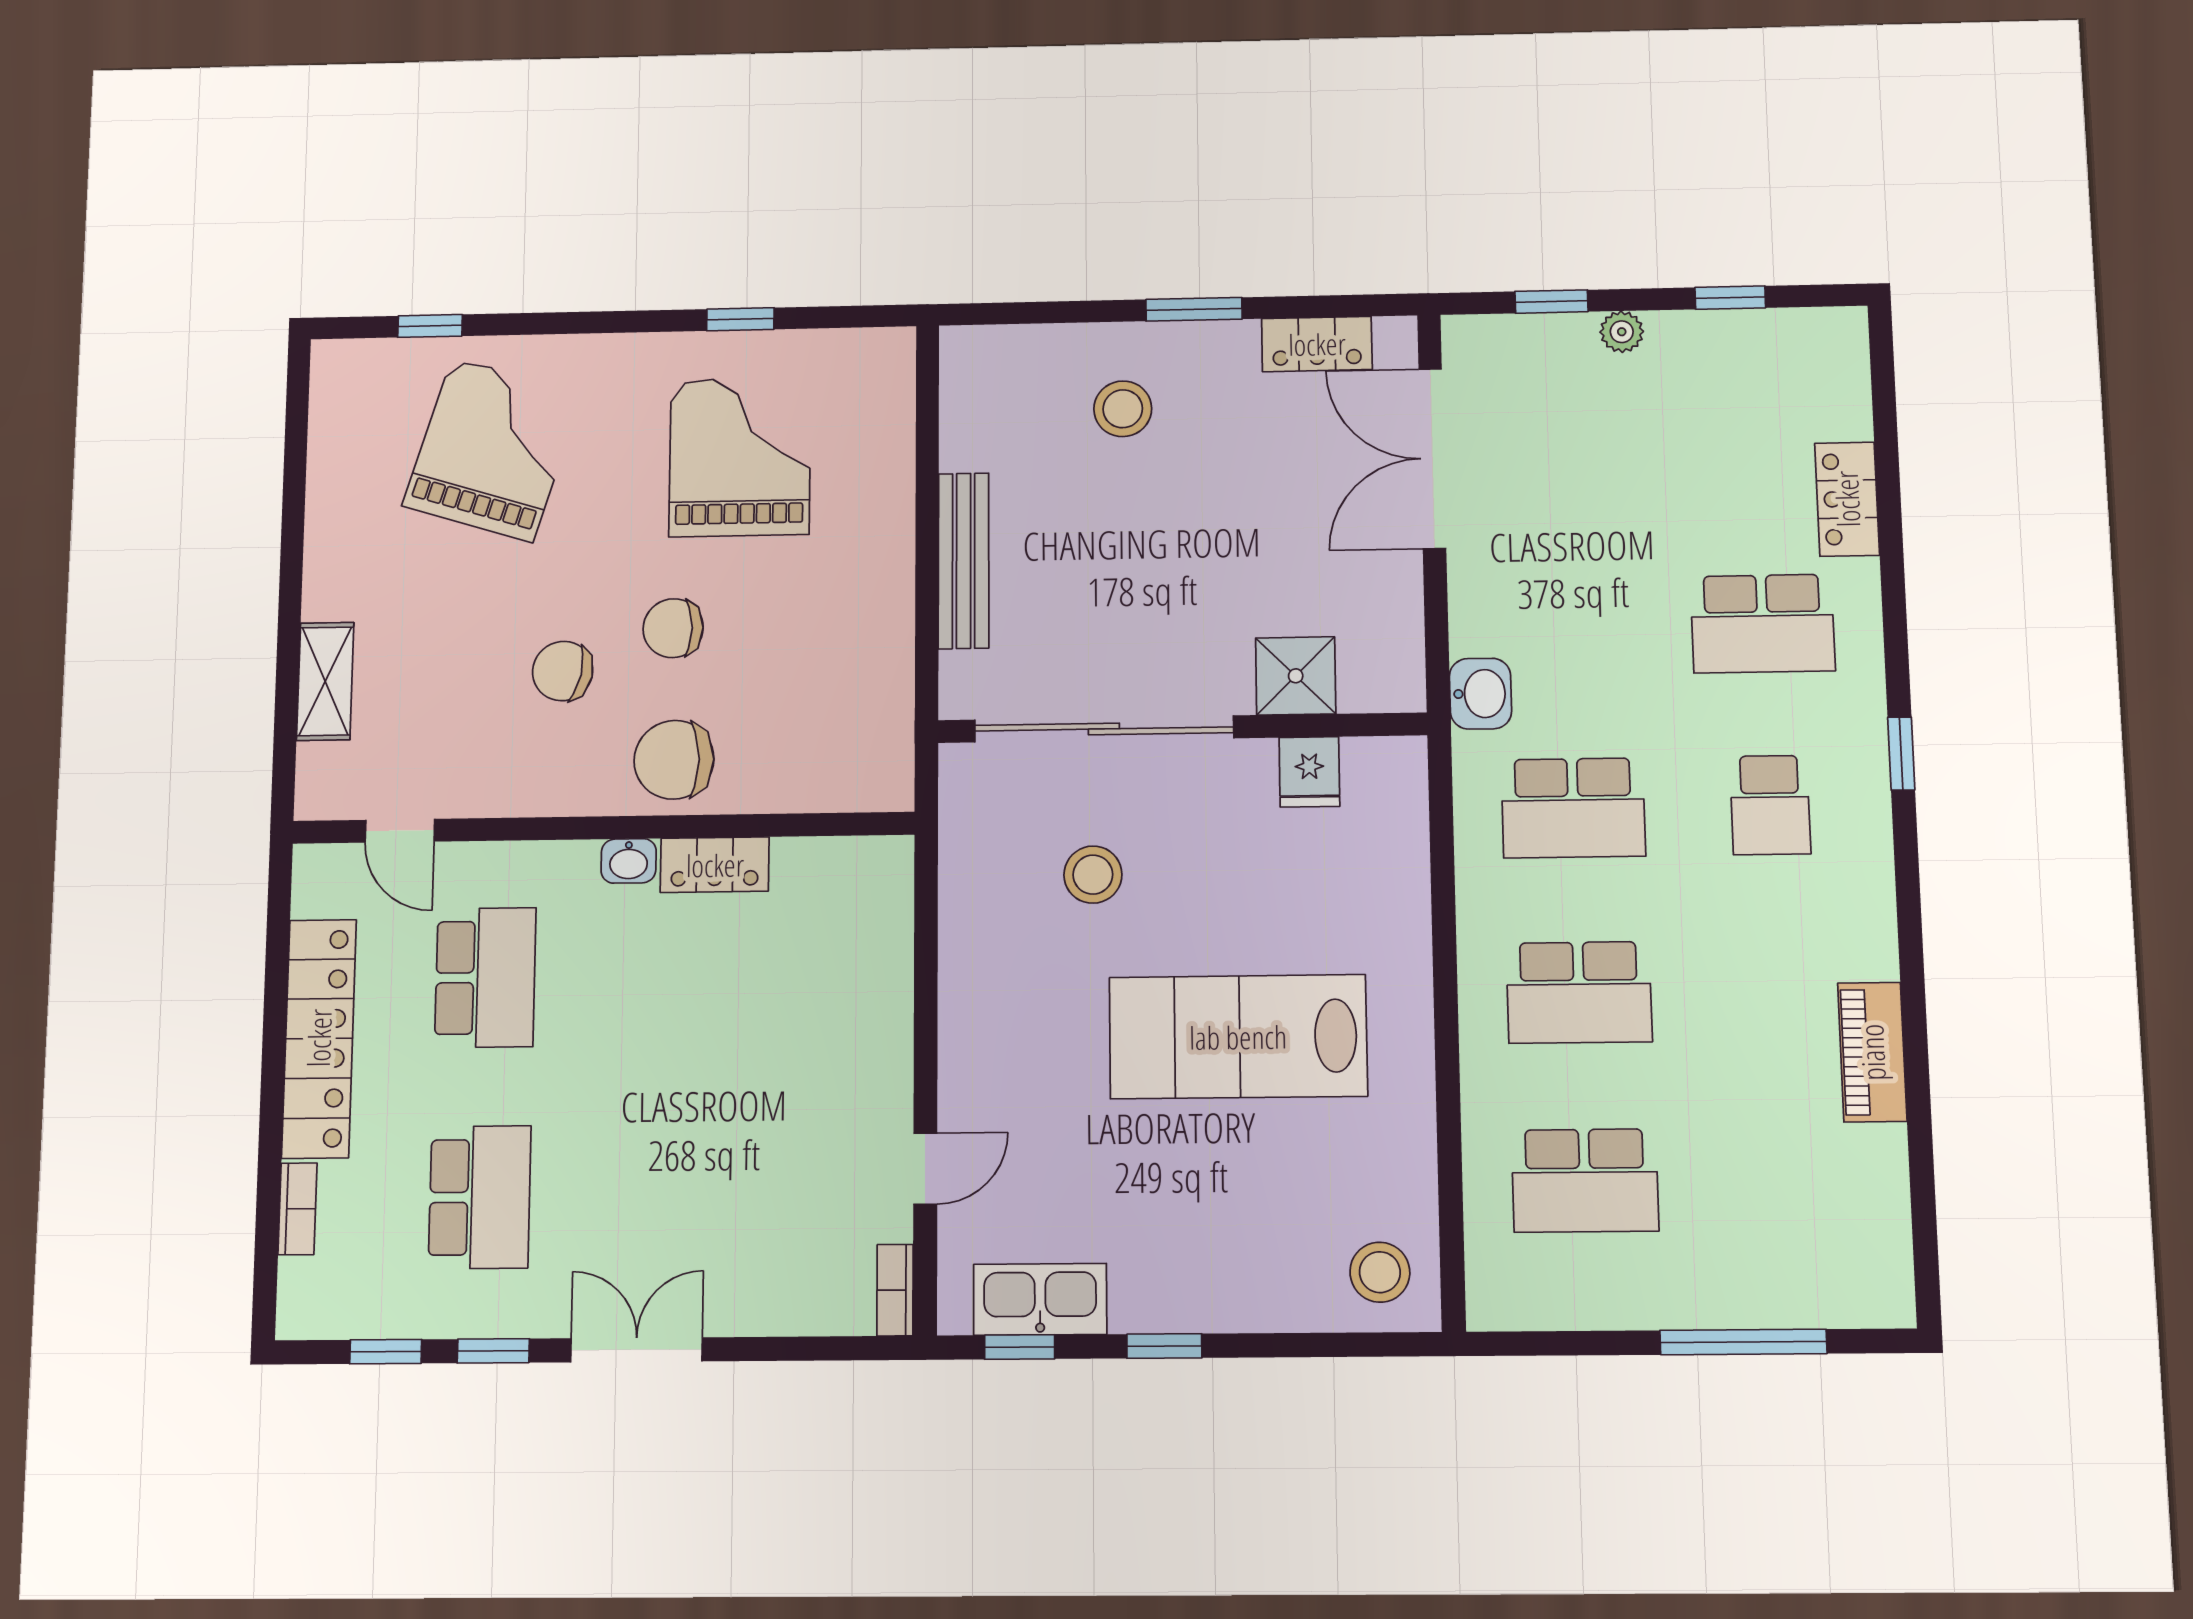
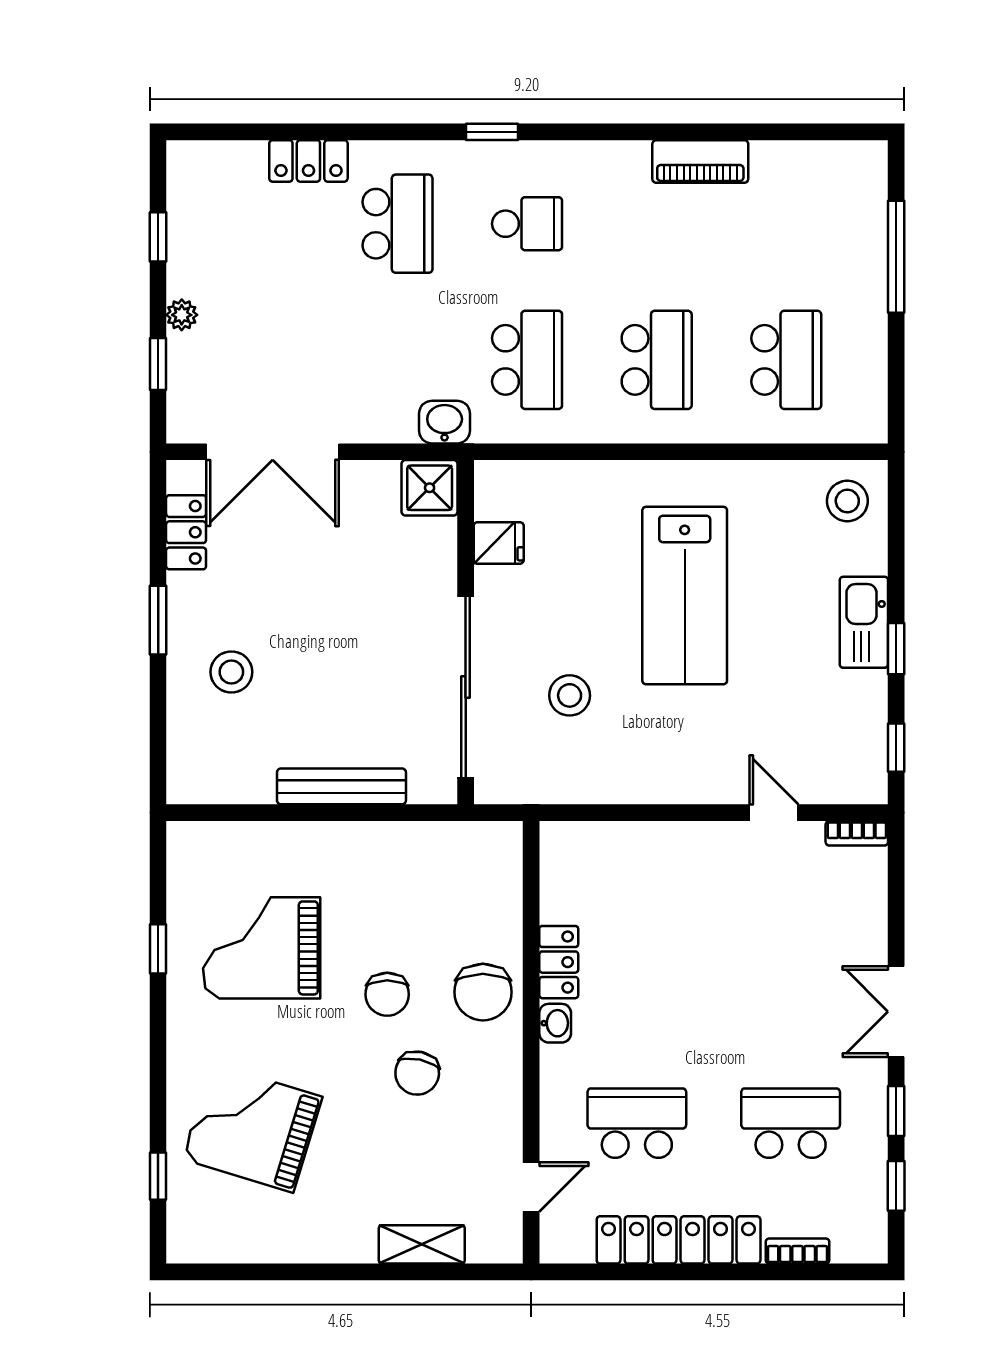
shower: (1296, 676) -> (430, 488), moved
kitchen sink: (1040, 1299) -> (864, 622), moved

